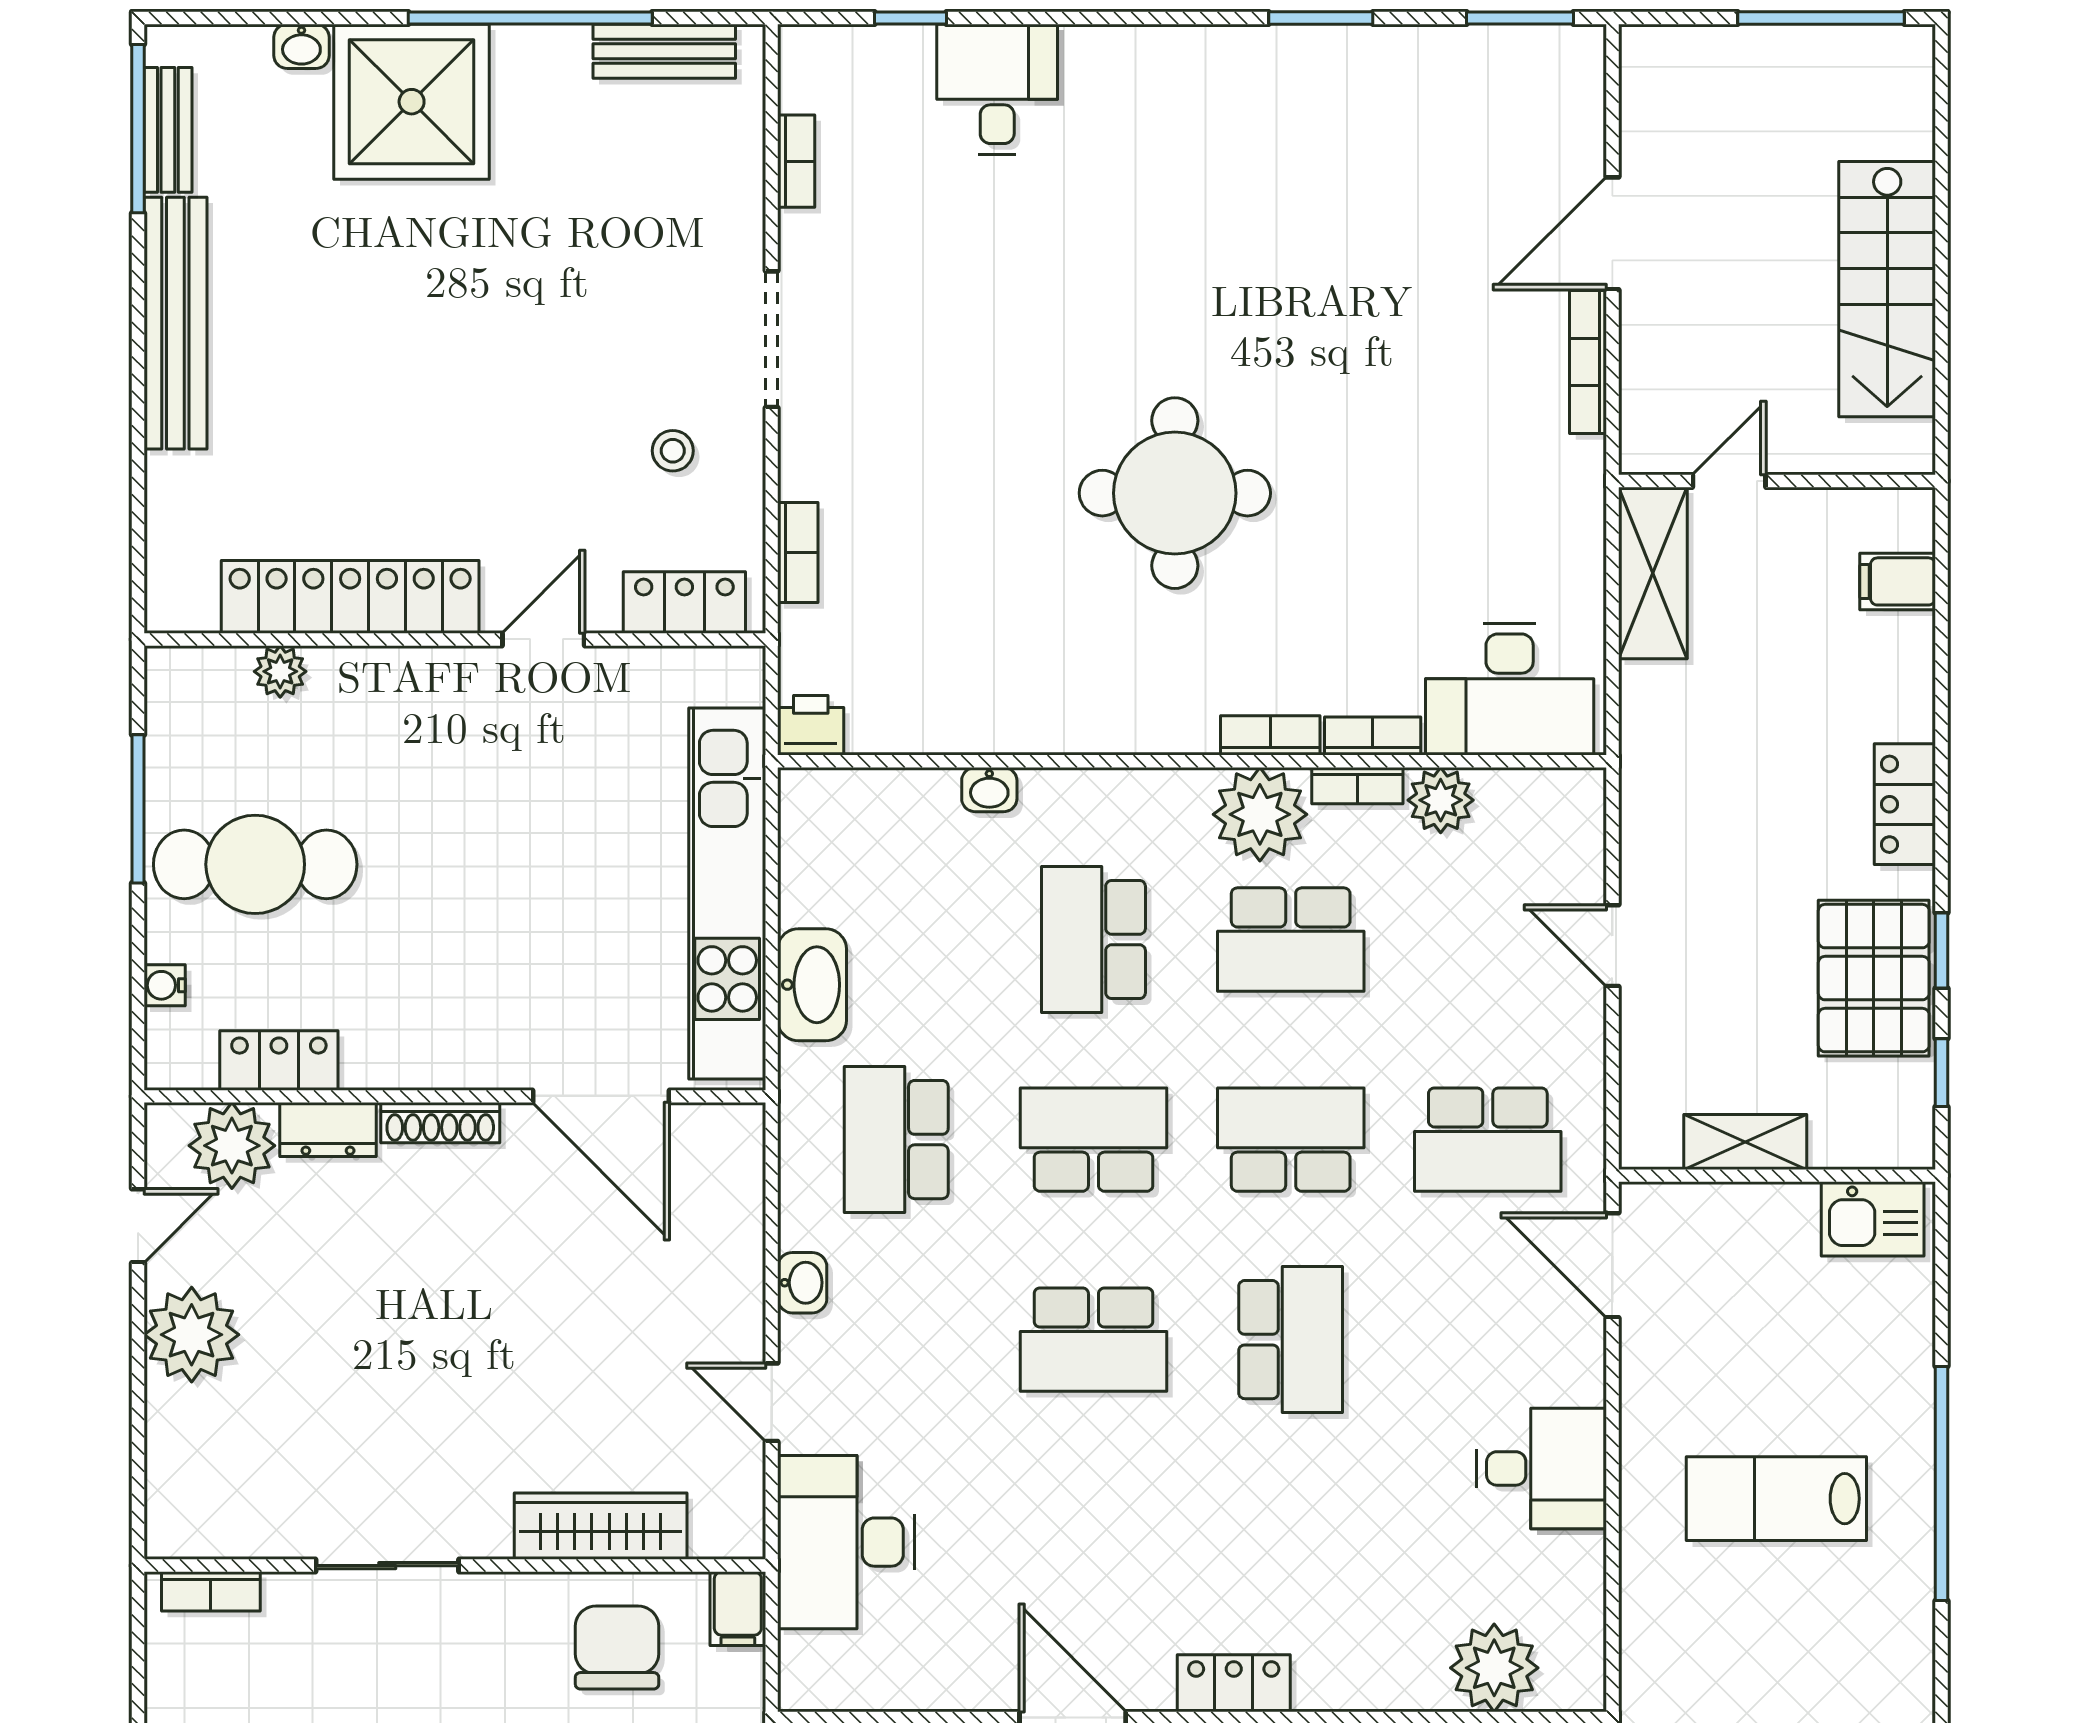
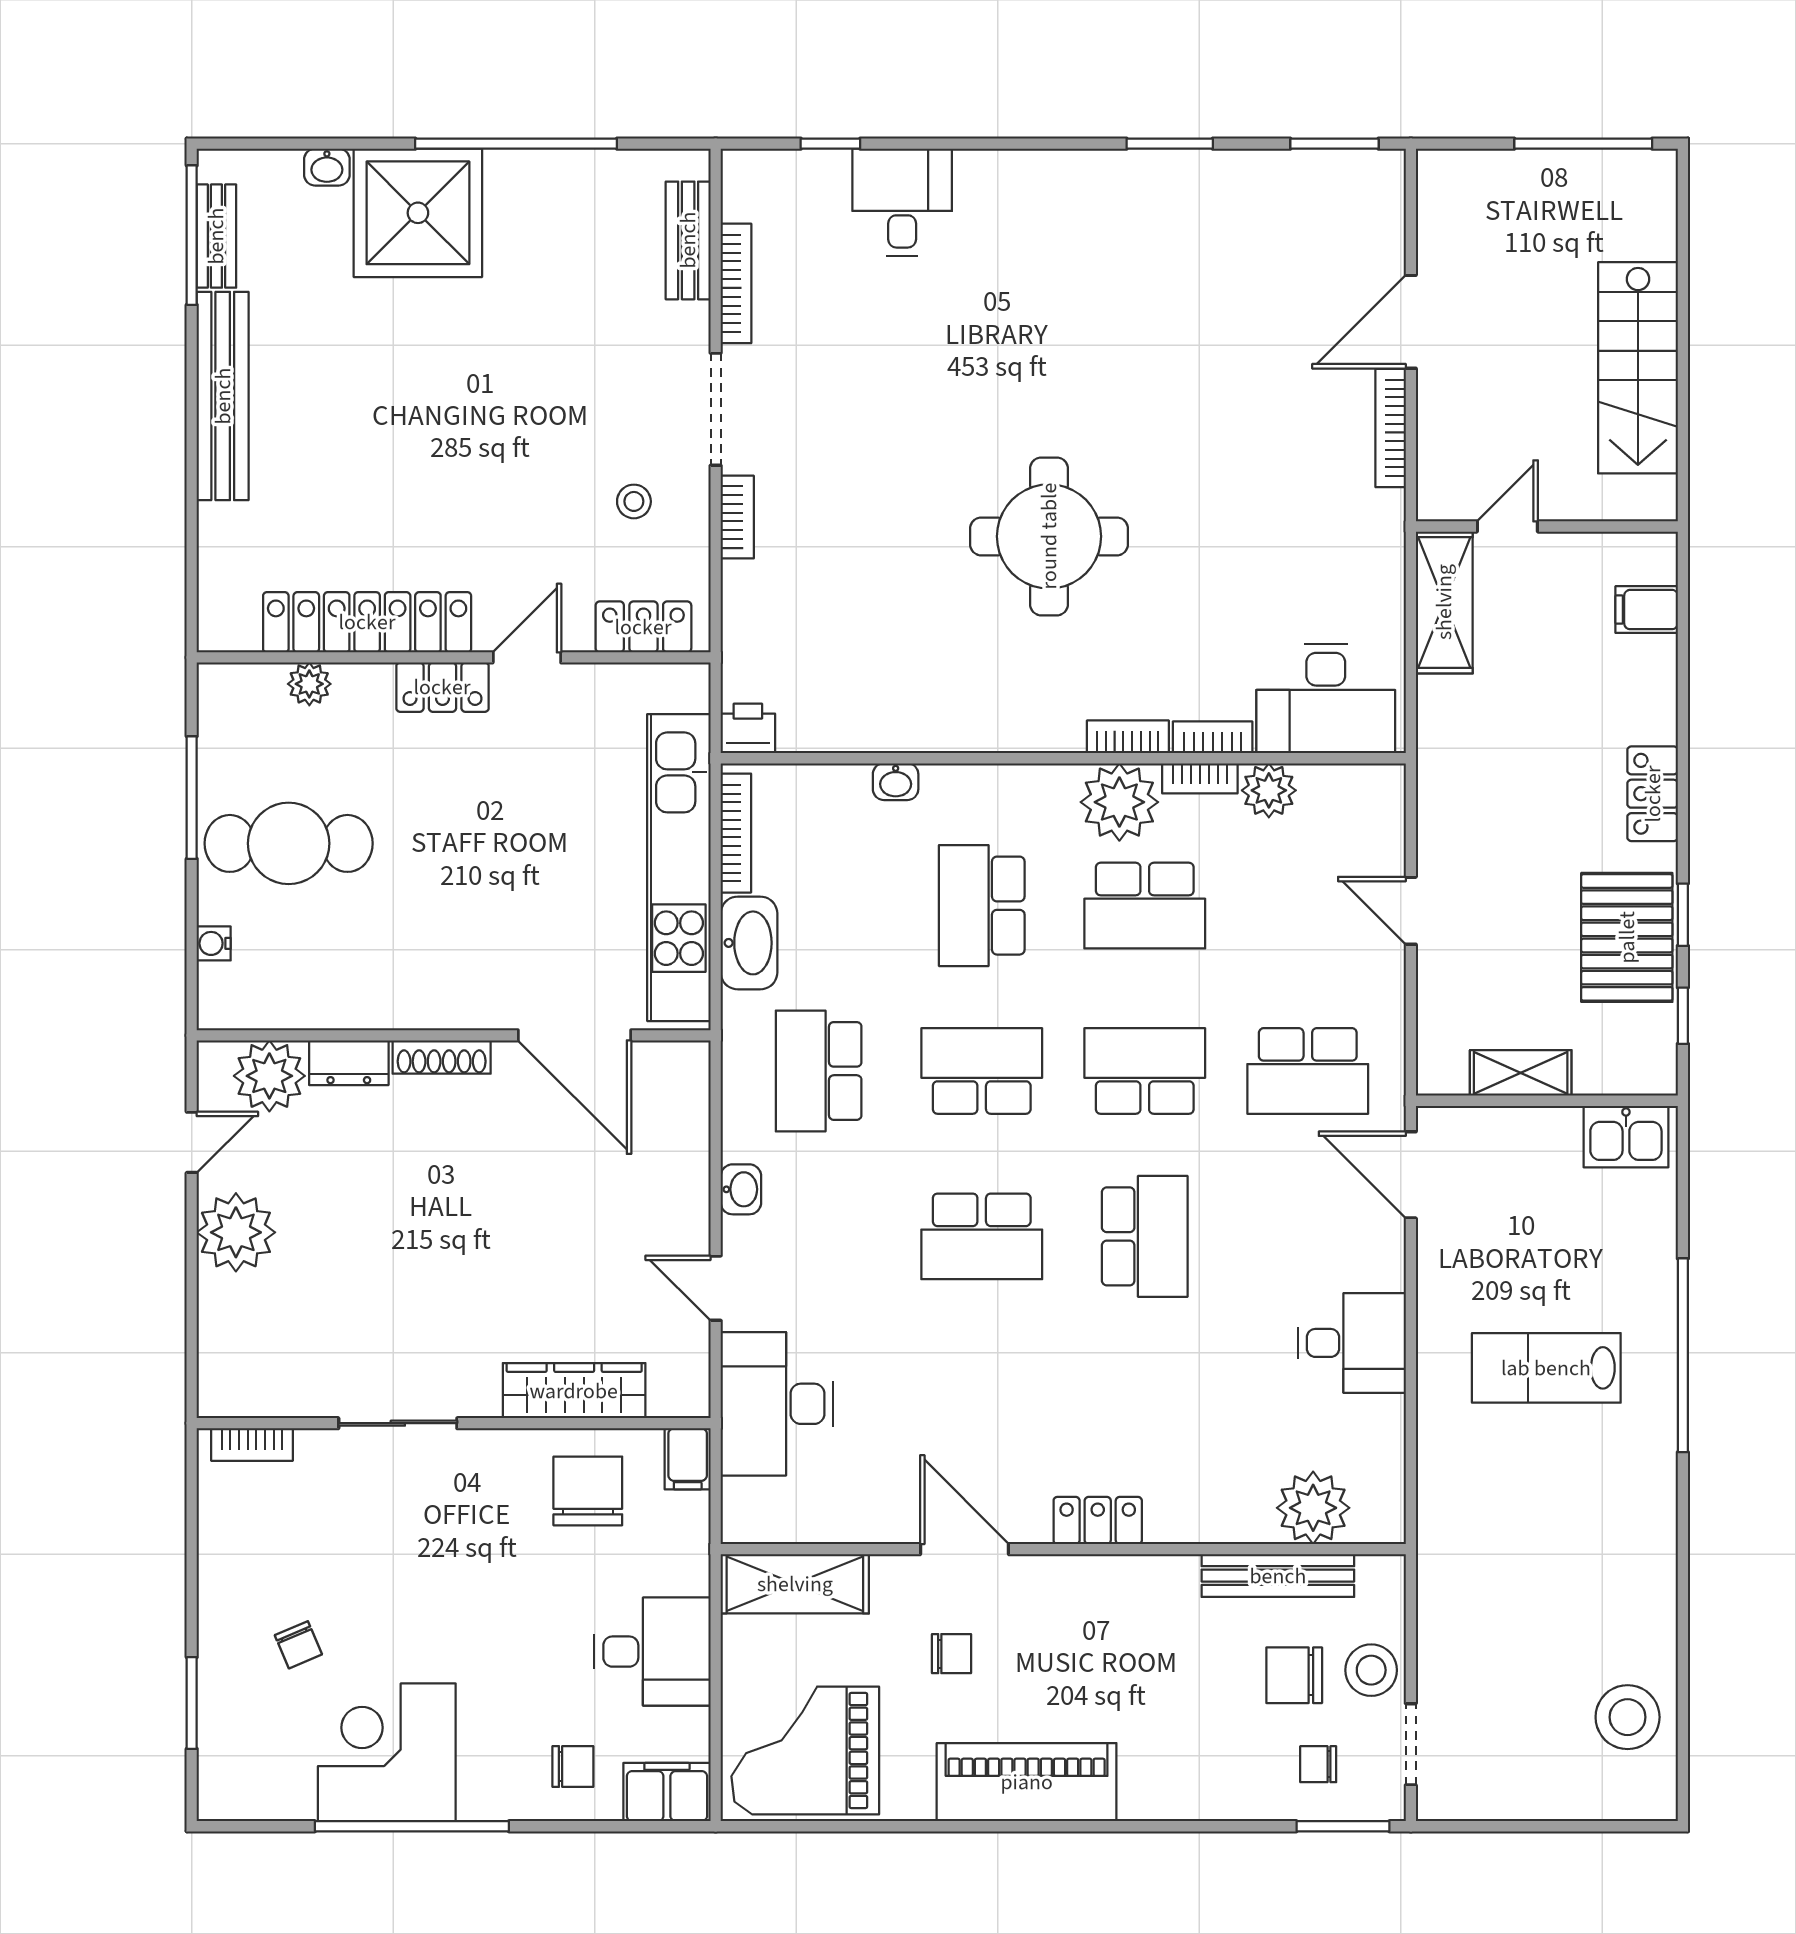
bench: (664, 51) -> (688, 240), moved, turned 90
bookcase: (796, 161) -> (736, 283), width x1.56
bookcase: (798, 553) -> (737, 517), moved
bookcase: (796, 852) -> (736, 833), added
locker: (279, 1060) -> (442, 687), moved, turned 180

